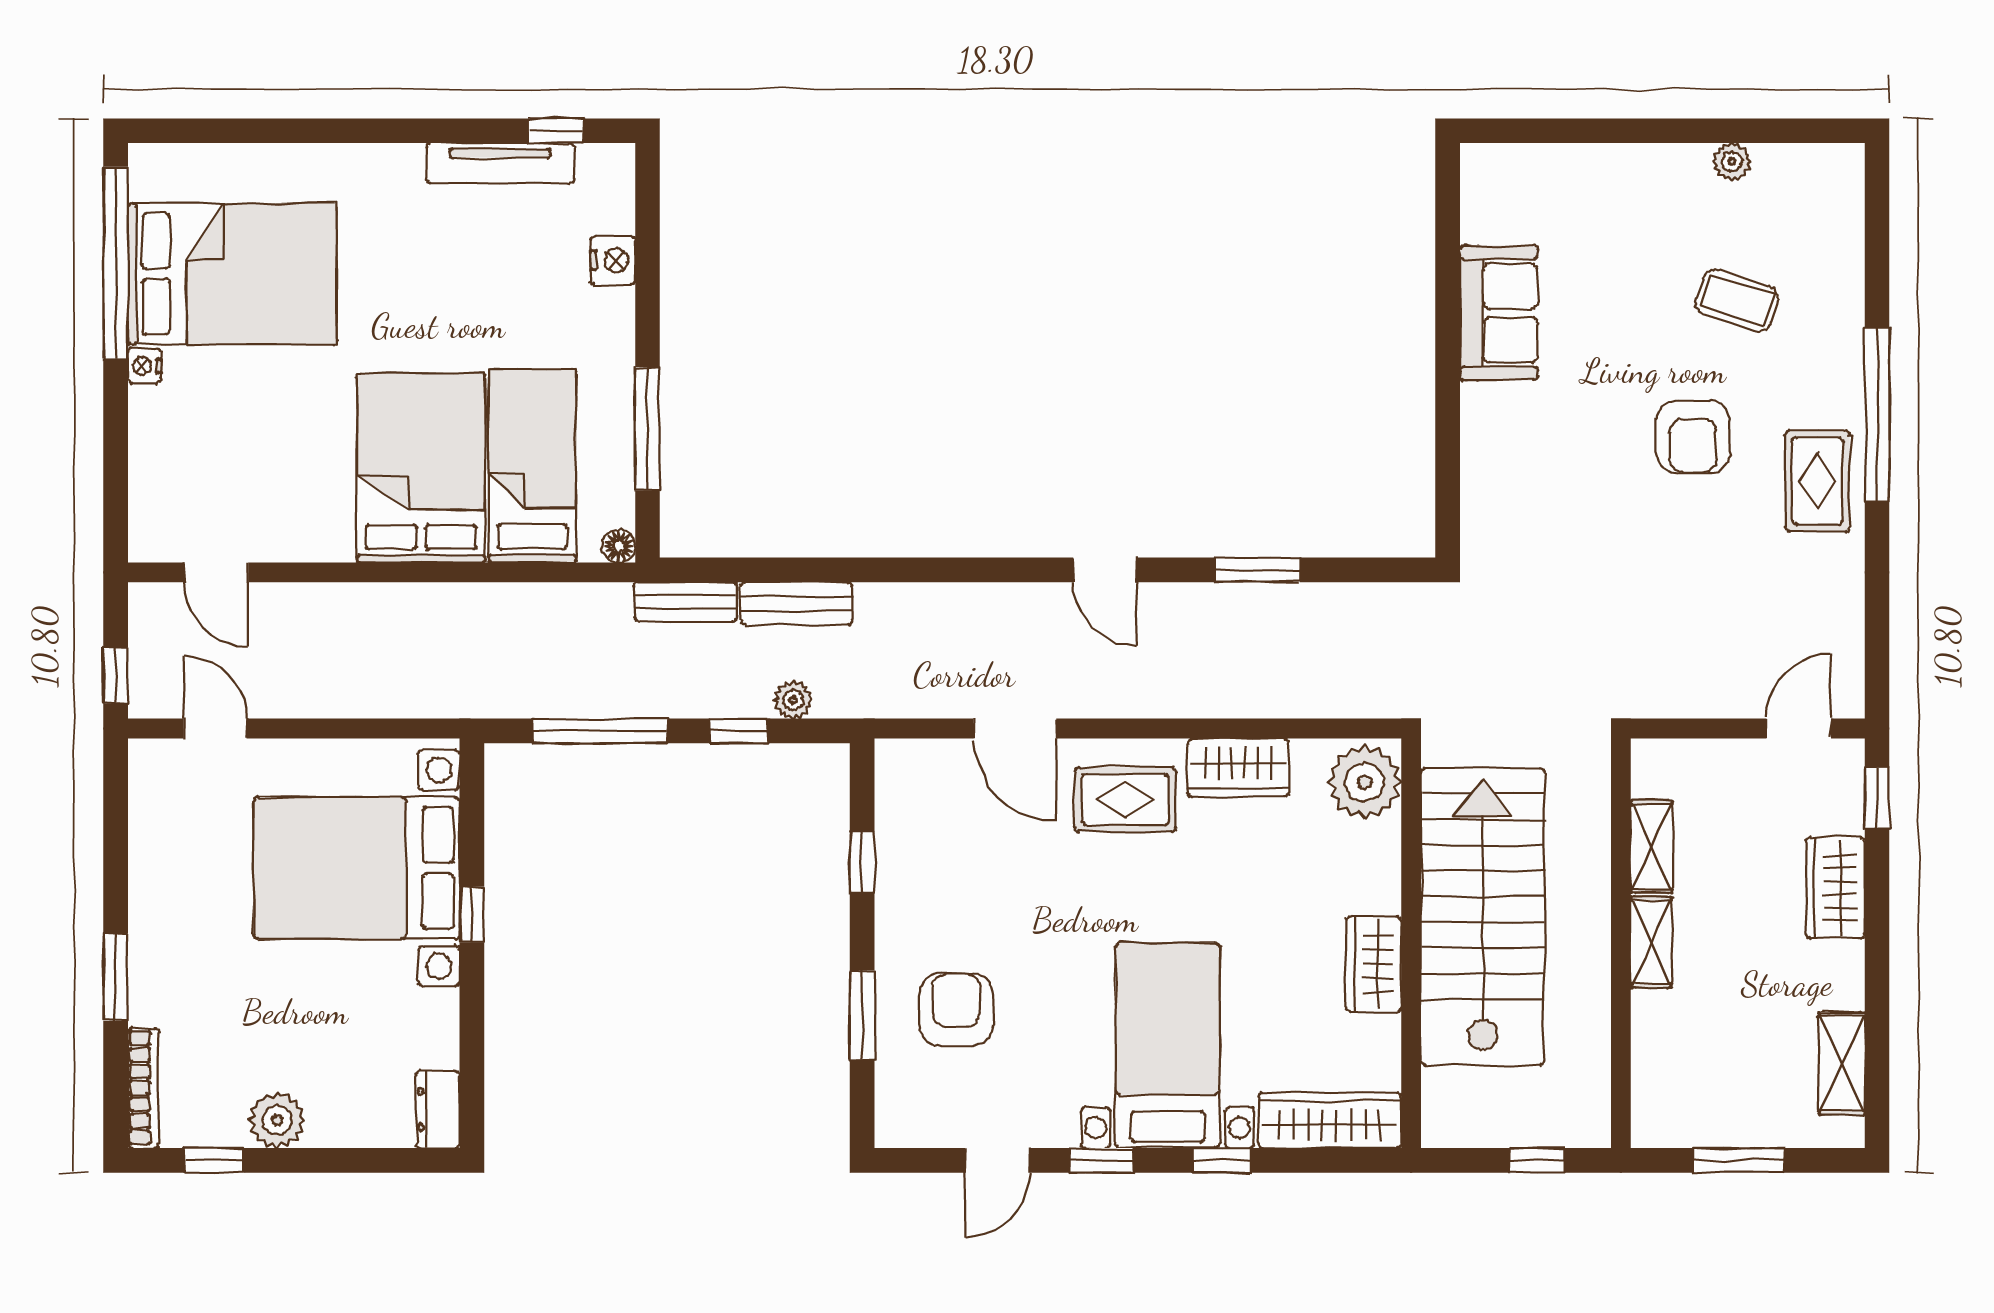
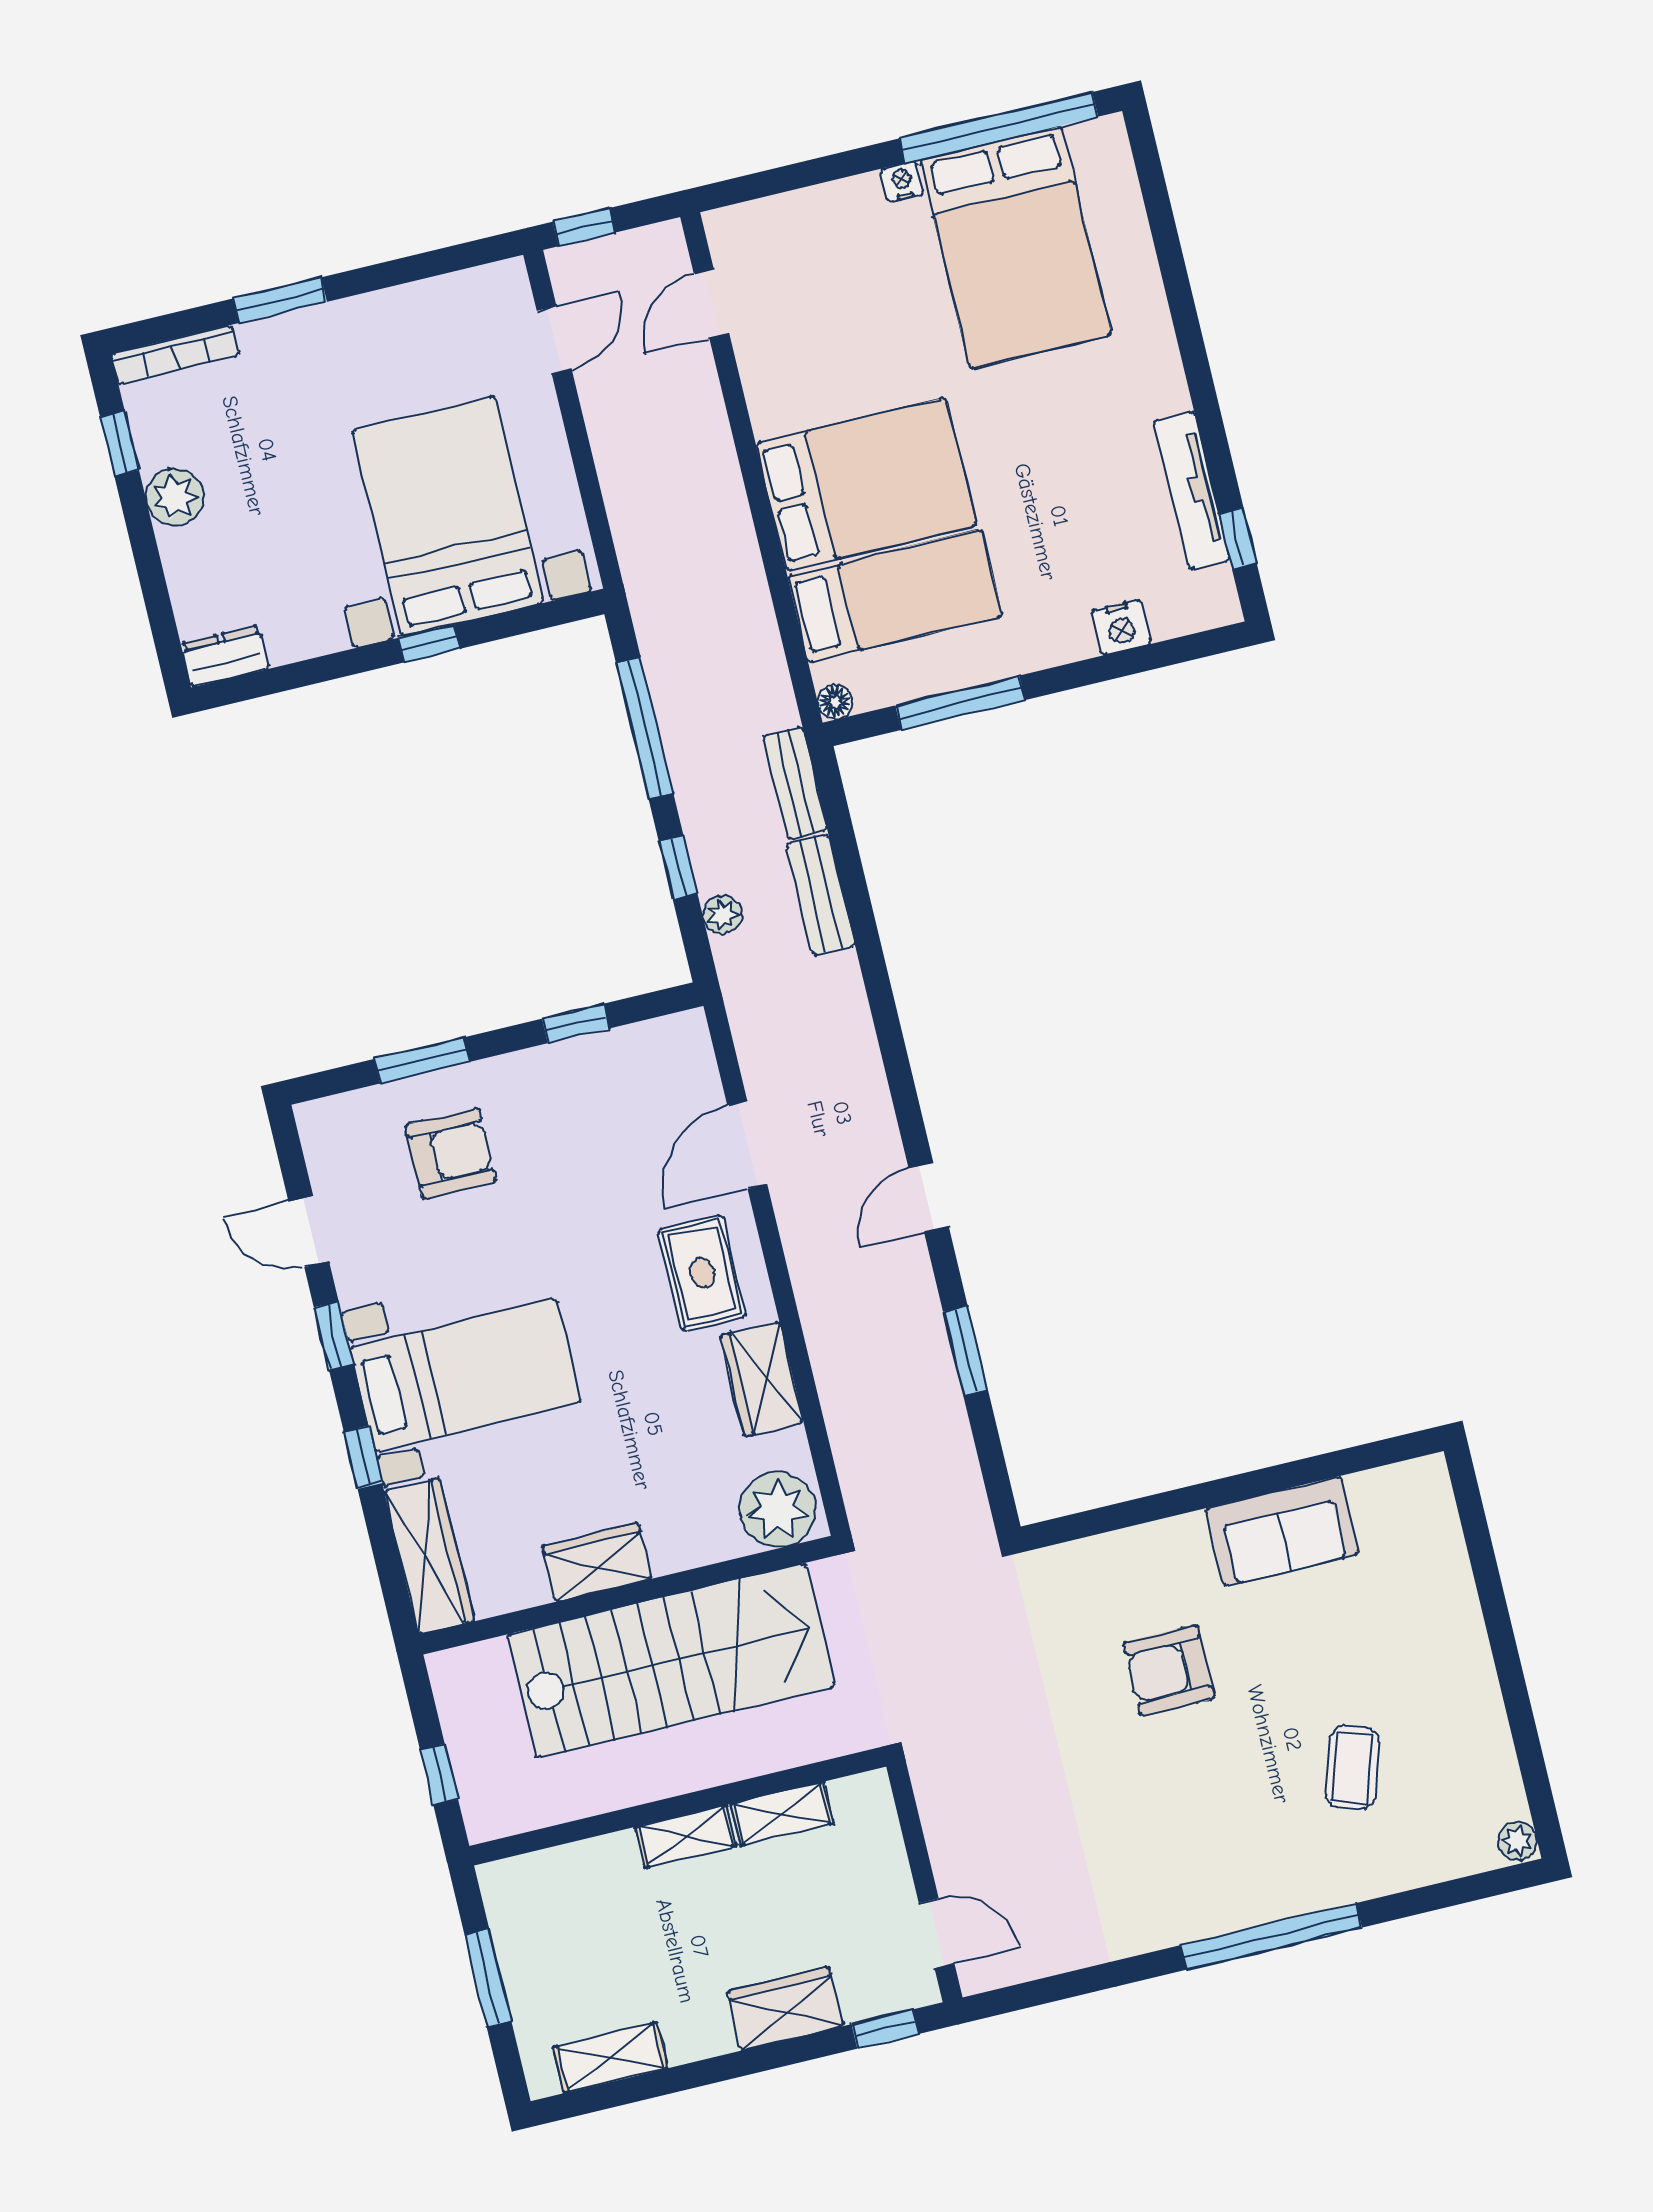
plant: (1732, 162) -> (1518, 1841), moved
armchair: (1693, 437) -> (1169, 1670), moved
rug: (1818, 481) -> (1190, 1892), removed

